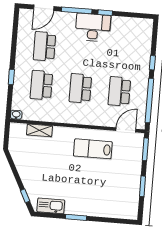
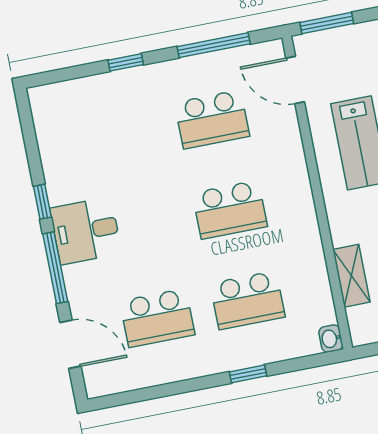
desk: (93, 27) -> (86, 231), width x0.73
window: (149, 101) -> (214, 45), width x0.68

